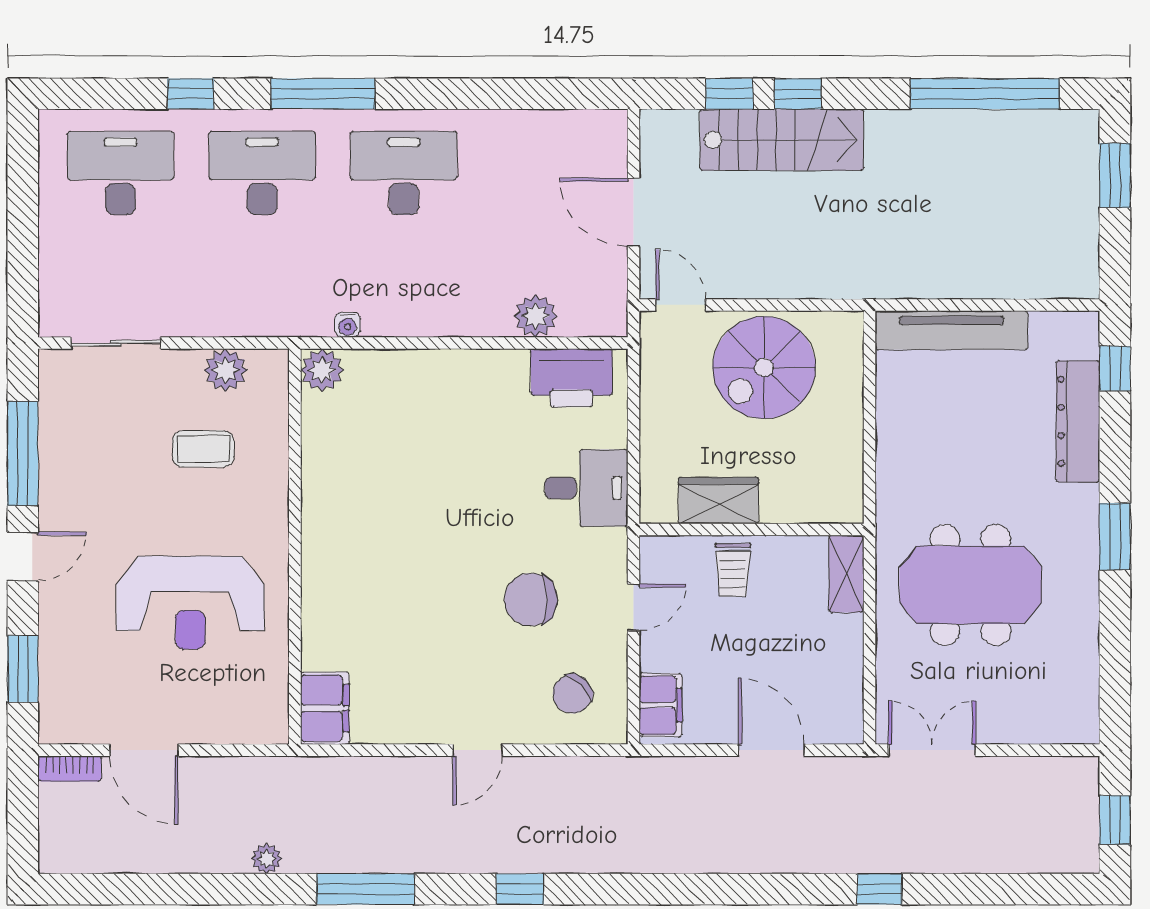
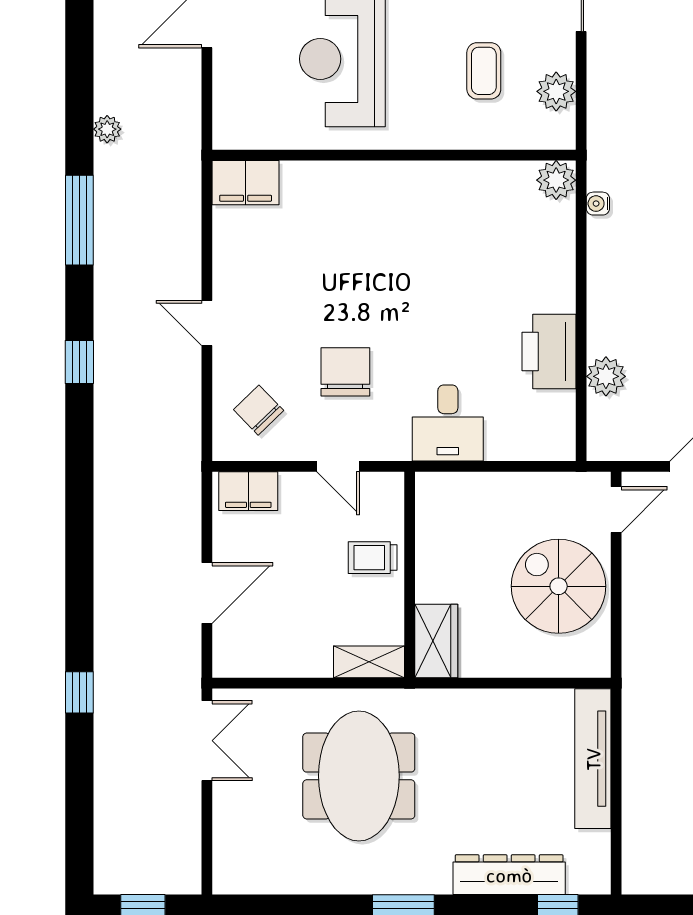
printer: (571, 378) -> (549, 351), moved
wardrobe: (719, 501) -> (436, 641), moved

